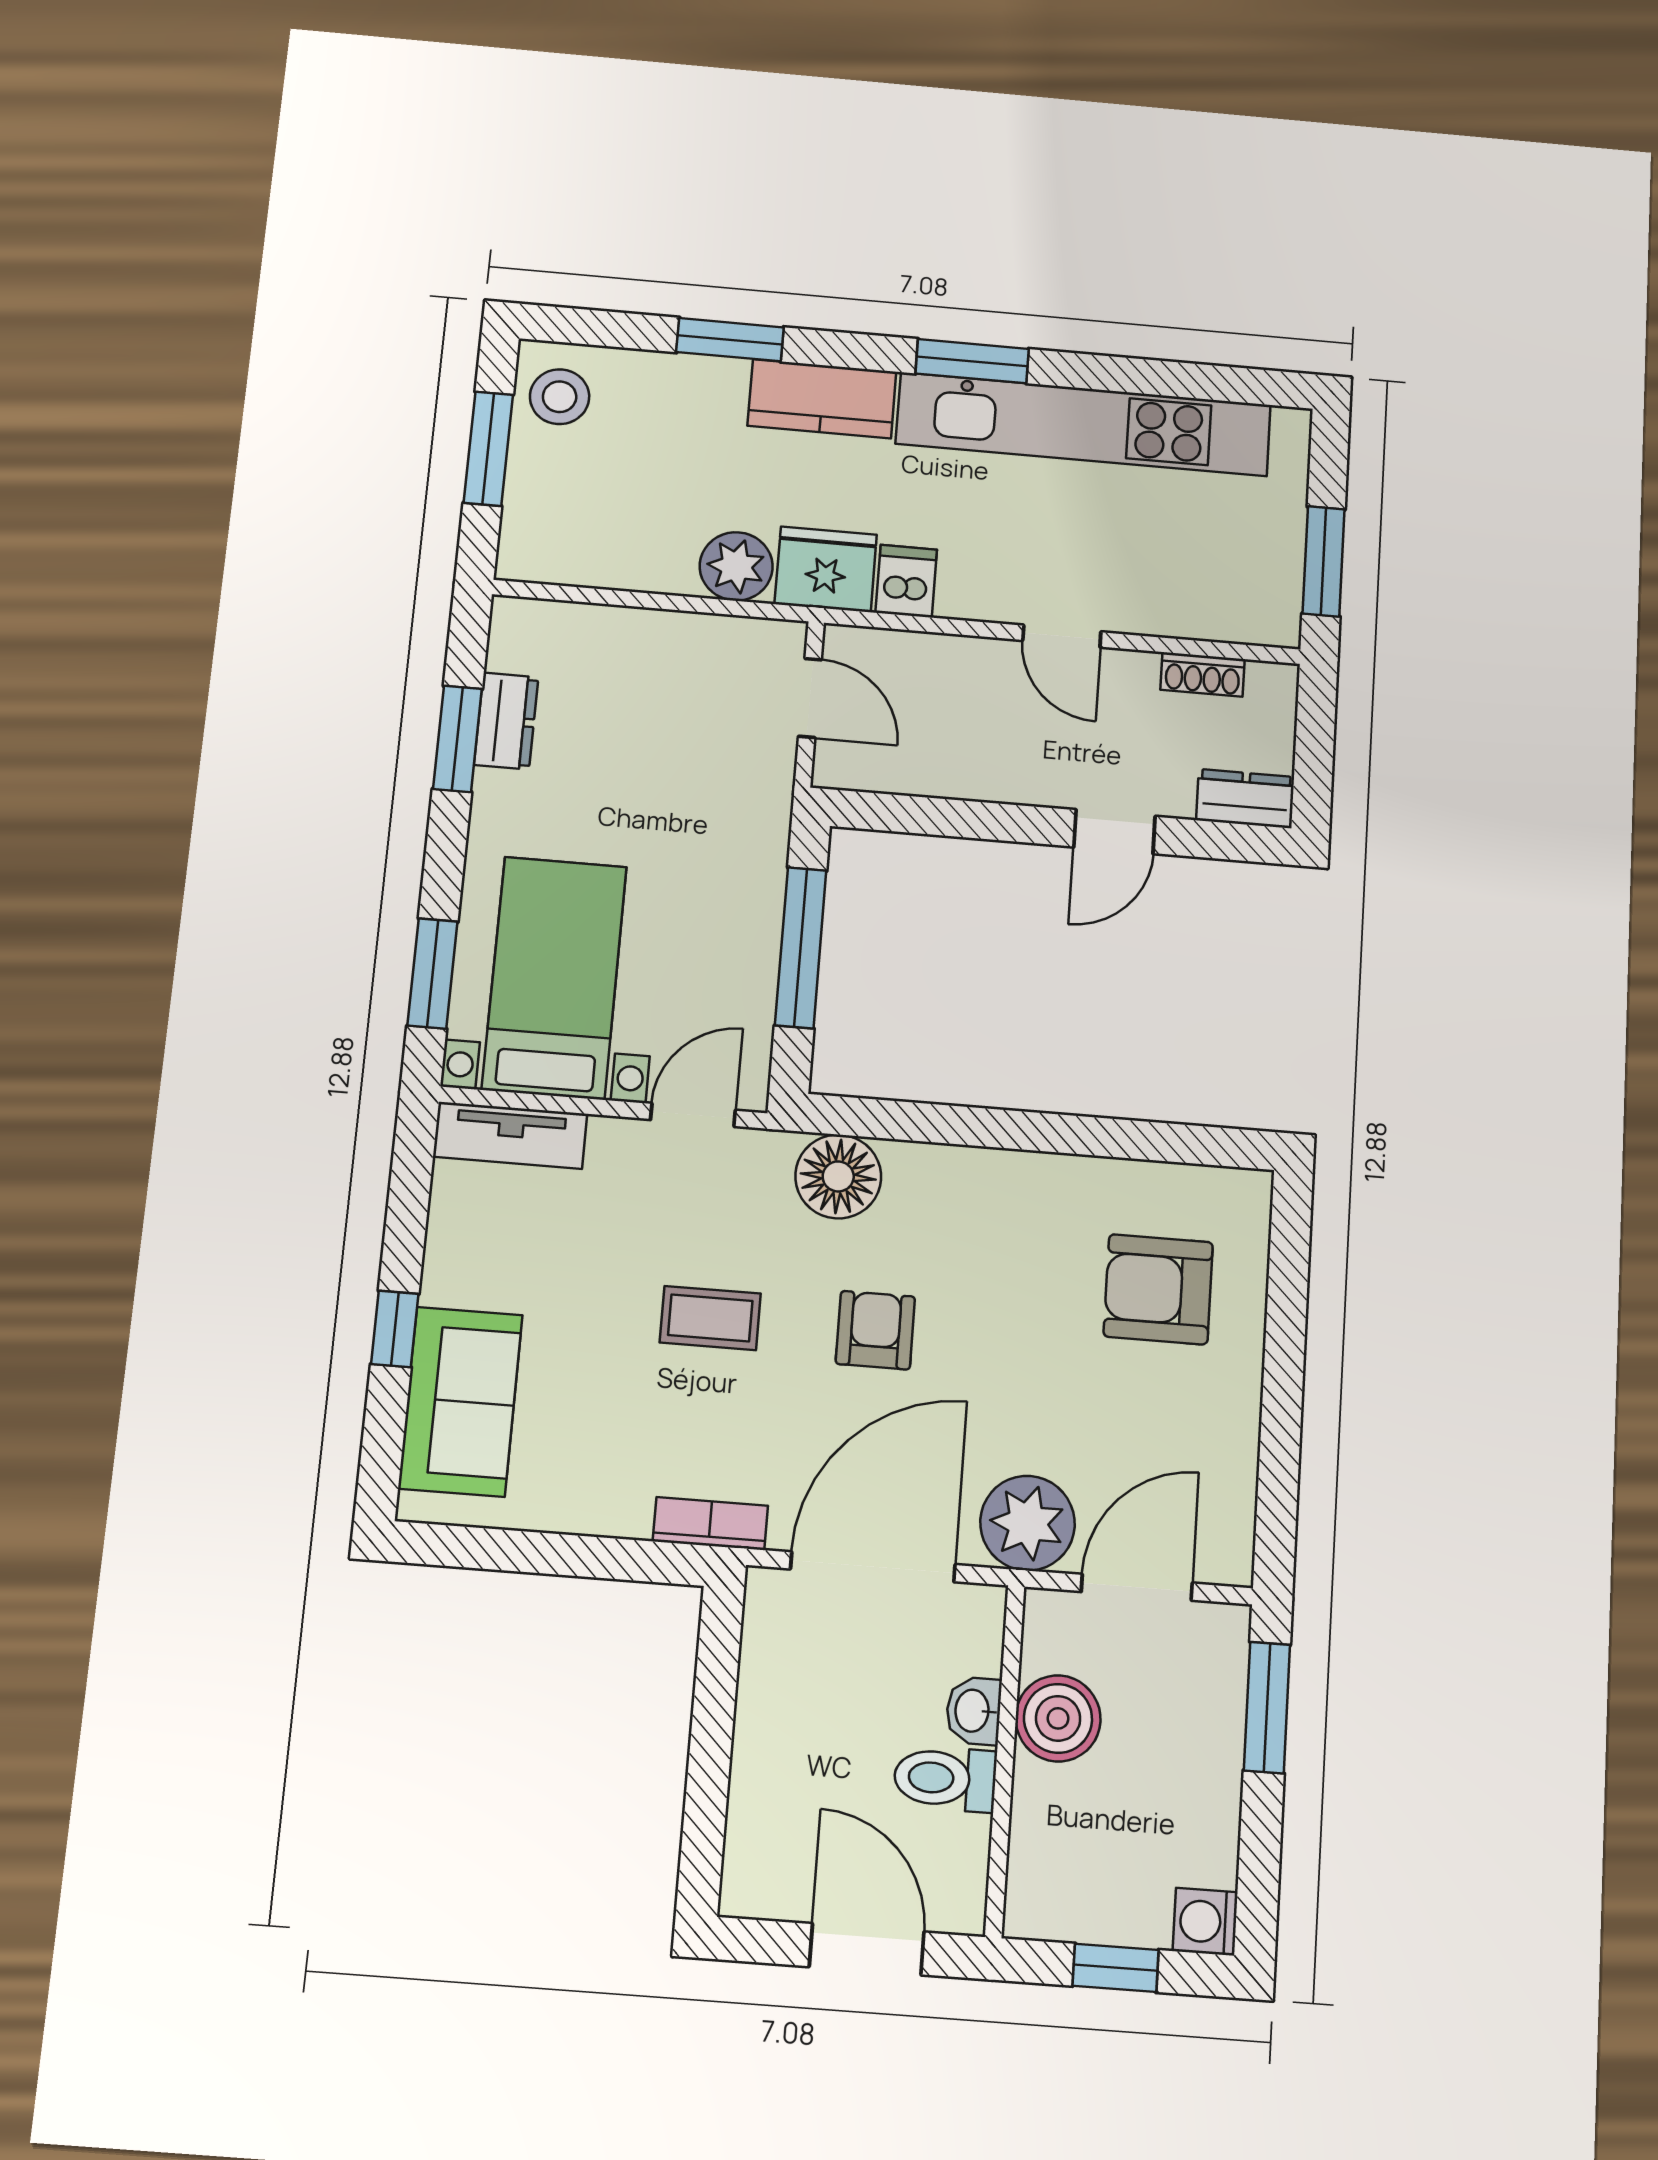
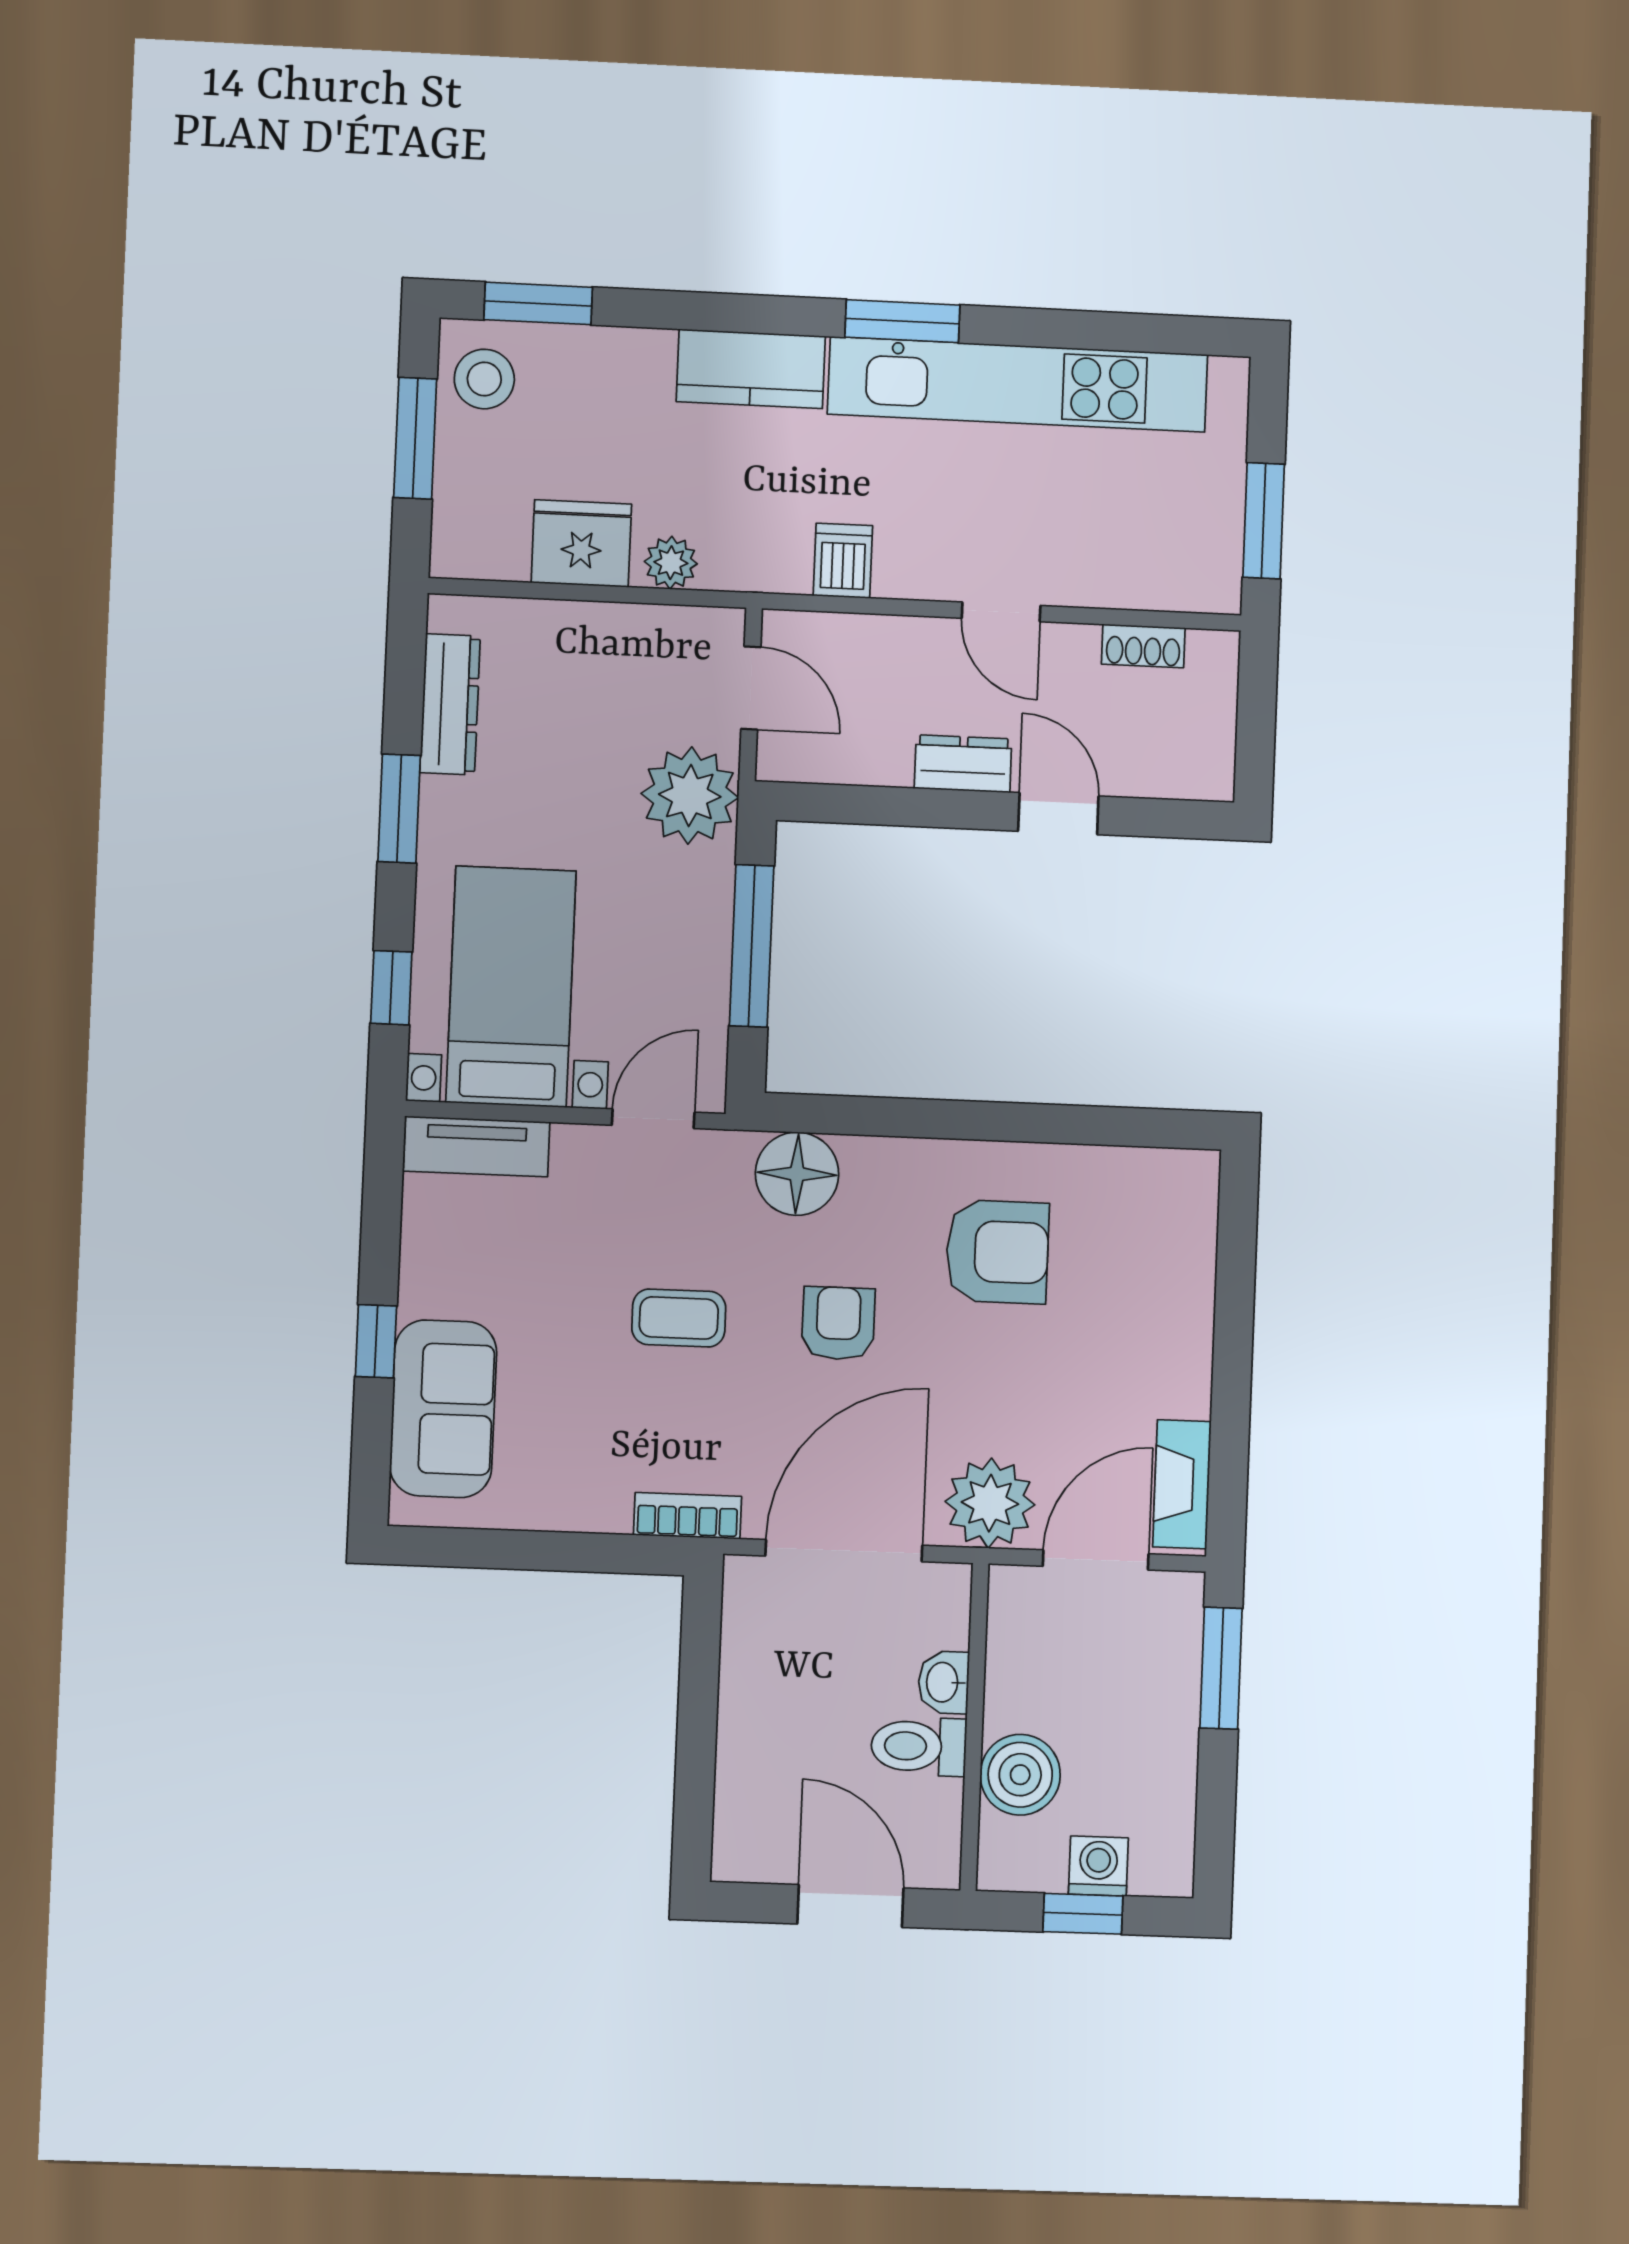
window: (730, 340) -> (538, 303), moved
plant: (736, 566) -> (671, 563), width x0.73, depth x0.73
fridge: (826, 569) -> (581, 543), moved
dresser: (506, 721) -> (450, 704), width x1.44
window: (457, 739) -> (399, 809), moved
plant: (744, 799) -> (690, 795), added
dresser: (1245, 799) -> (963, 764), moved
door: (1114, 832) -> (1058, 814), swing flipped
window: (433, 974) -> (391, 988), width x0.67
armchair: (1158, 1289) -> (997, 1252), moved, turned 180
fireplace: (1229, 1512) -> (1182, 1484), added
boiler: (1058, 1718) -> (1020, 1775), moved
washing machine: (1205, 1922) -> (1098, 1866), moved, turned 90

